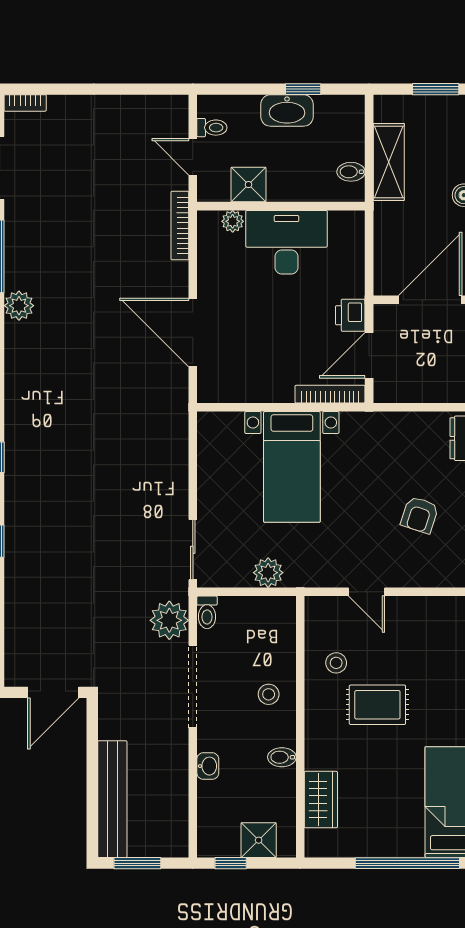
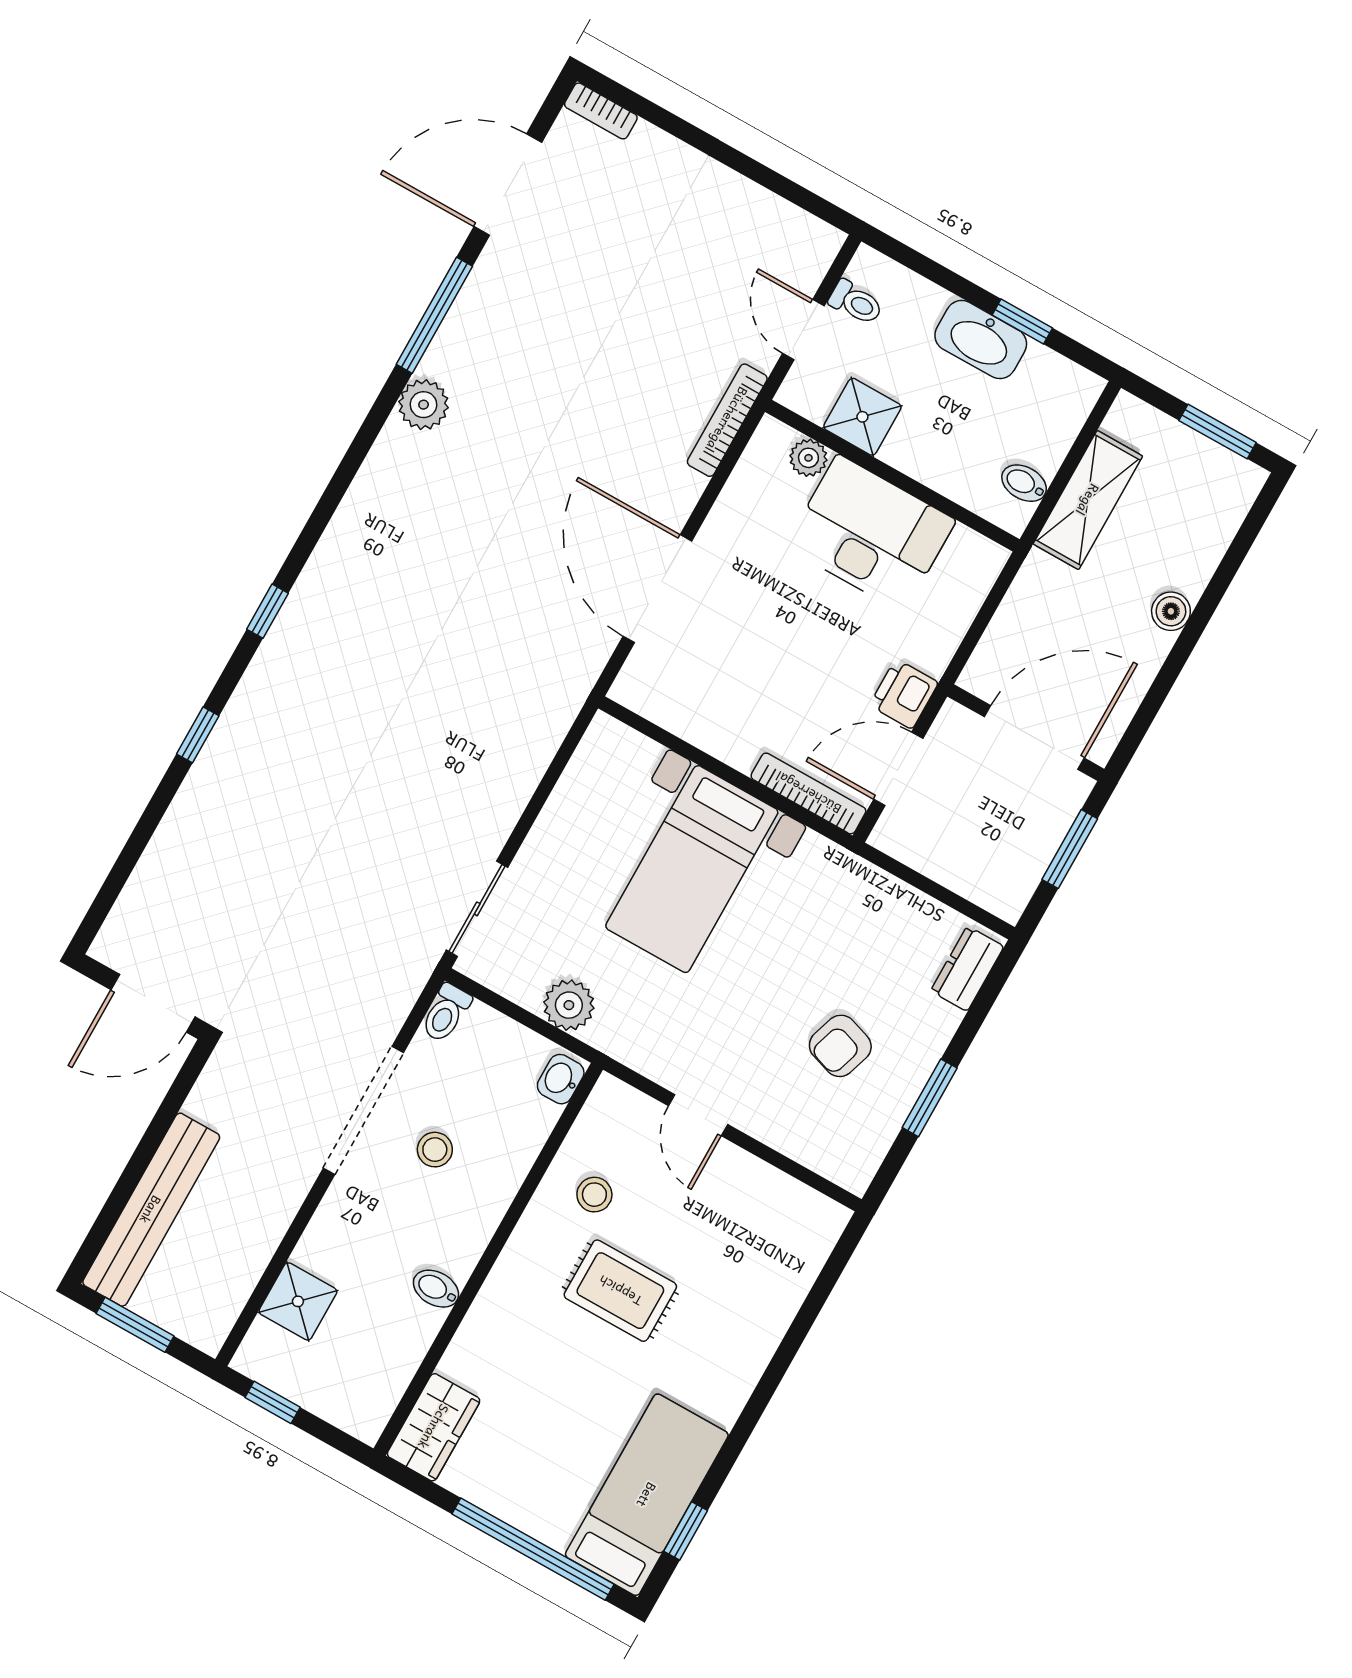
plant: (169, 620) -> (384, 993), removed
stool: (269, 694) -> (435, 1150), moved
washbasin: (208, 766) -> (561, 1079), moved, turned 180
wardrobe: (321, 800) -> (434, 1427), moved
shower: (259, 840) -> (298, 1301), moved

